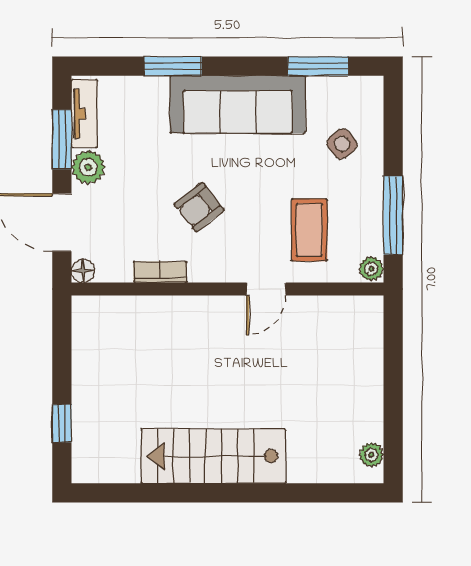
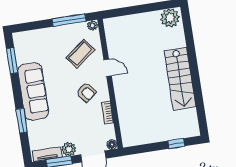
side table: (342, 144) -> (43, 46), removed
armchair: (199, 207) -> (86, 92), moved
coffee table: (309, 230) -> (80, 54), turned -37
plant: (371, 455) -> (170, 18), width x1.88, depth x1.88

